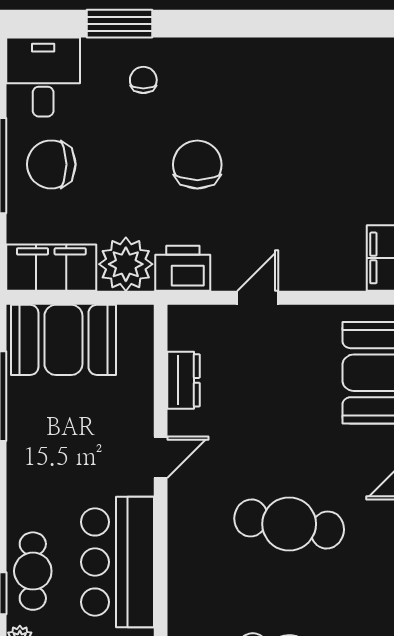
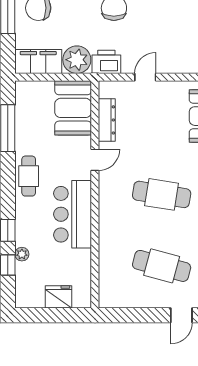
booth: (63, 340) -> (73, 108), moved, turned 90
dresser: (184, 380) -> (107, 120), width x1.44
cafe table: (33, 571) -> (29, 176), moved

